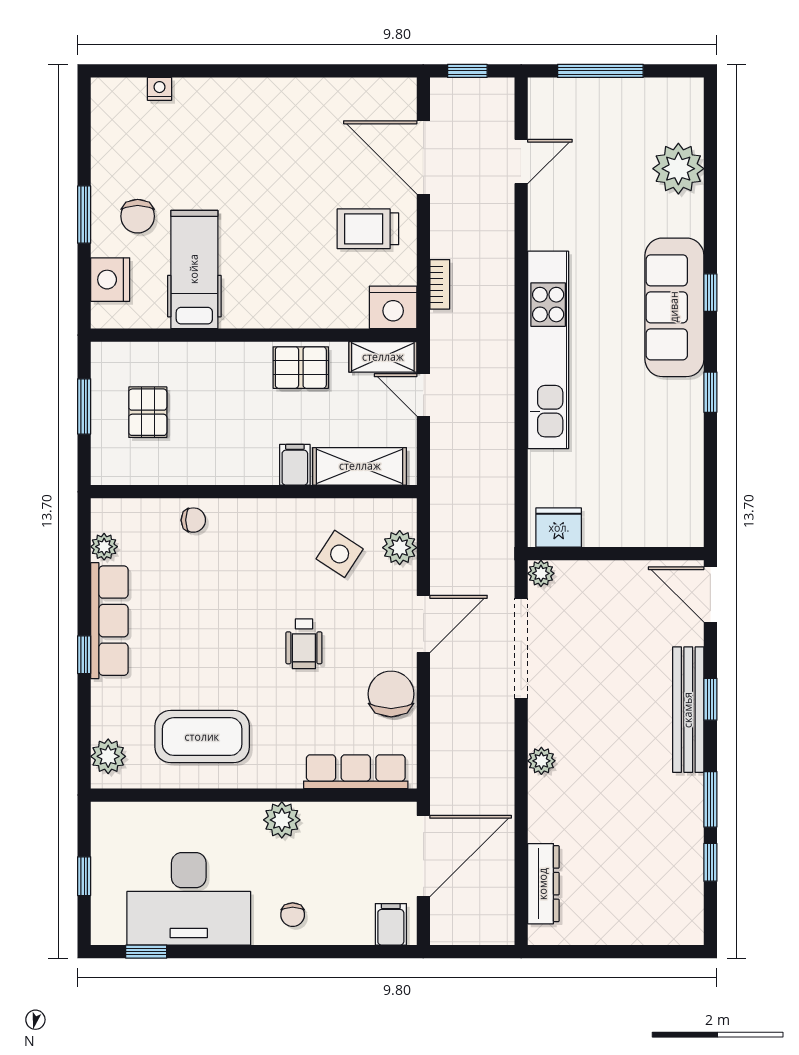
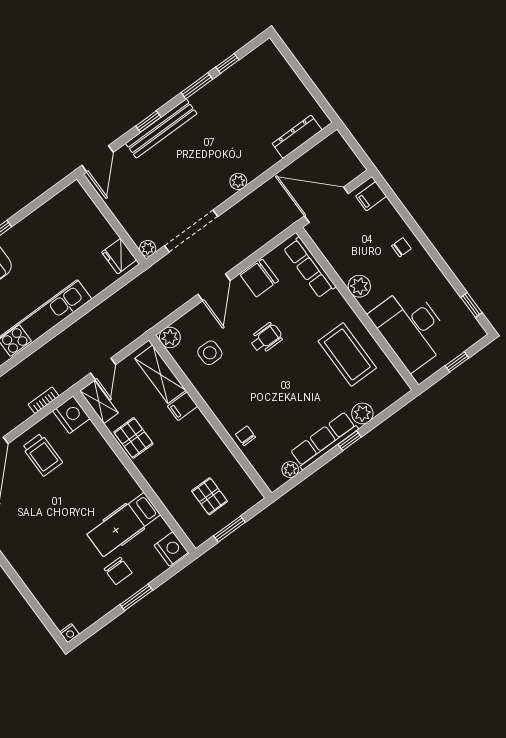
nightstand: (160, 89) -> (69, 633), moved, turned -90
chair: (138, 216) -> (118, 571), turned 90
nightstand: (110, 280) -> (171, 549), moved, turned -90
pallet: (148, 412) -> (209, 496), turned 90
plant: (400, 548) -> (170, 337), moved
side table: (340, 554) -> (210, 353), turned -33
door: (423, 624) -> (214, 287), swing flipped
plant: (108, 756) -> (362, 413), moved
desk: (189, 899) -> (411, 328), moved, turned 180

